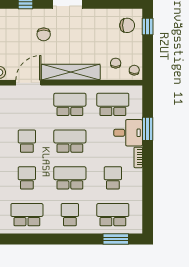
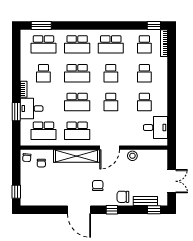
chair: (127, 25) -> (123, 197), moved
school desk: (70, 215) -> (77, 44), width x1.85

